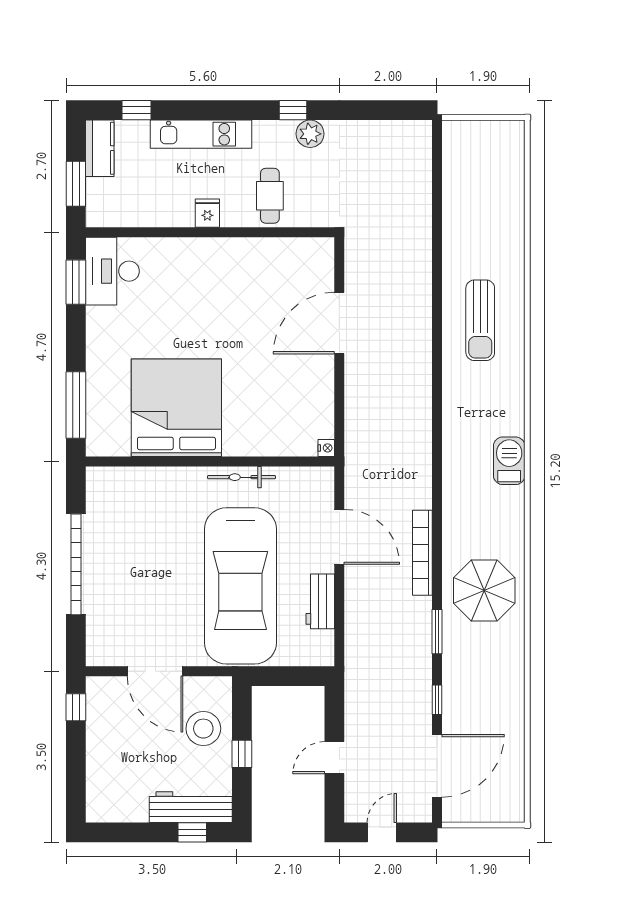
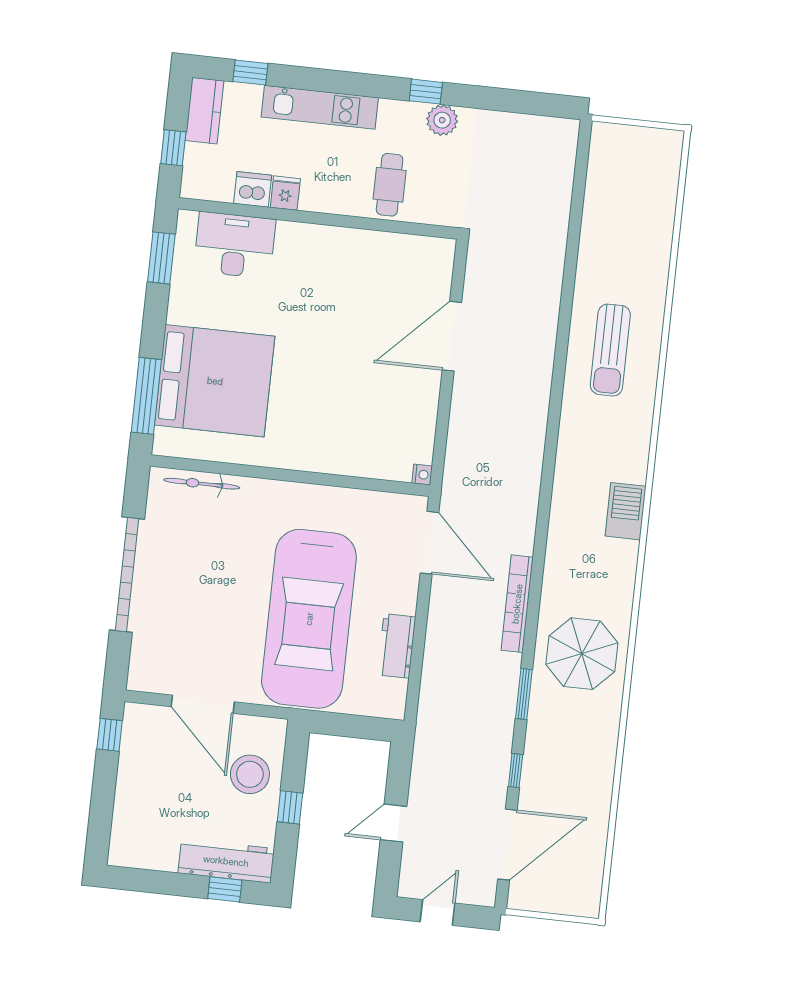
window: (76, 184) -> (173, 148), width x0.67
dishwasher: (150, 213) -> (253, 189), added
fridge: (207, 213) -> (285, 193), moved
desk: (112, 271) -> (235, 245), moved, turned 90
bed: (176, 408) -> (215, 381), moved, turned 90
bicycle: (242, 477) -> (202, 484), moved
door: (339, 537) -> (429, 543), moved

